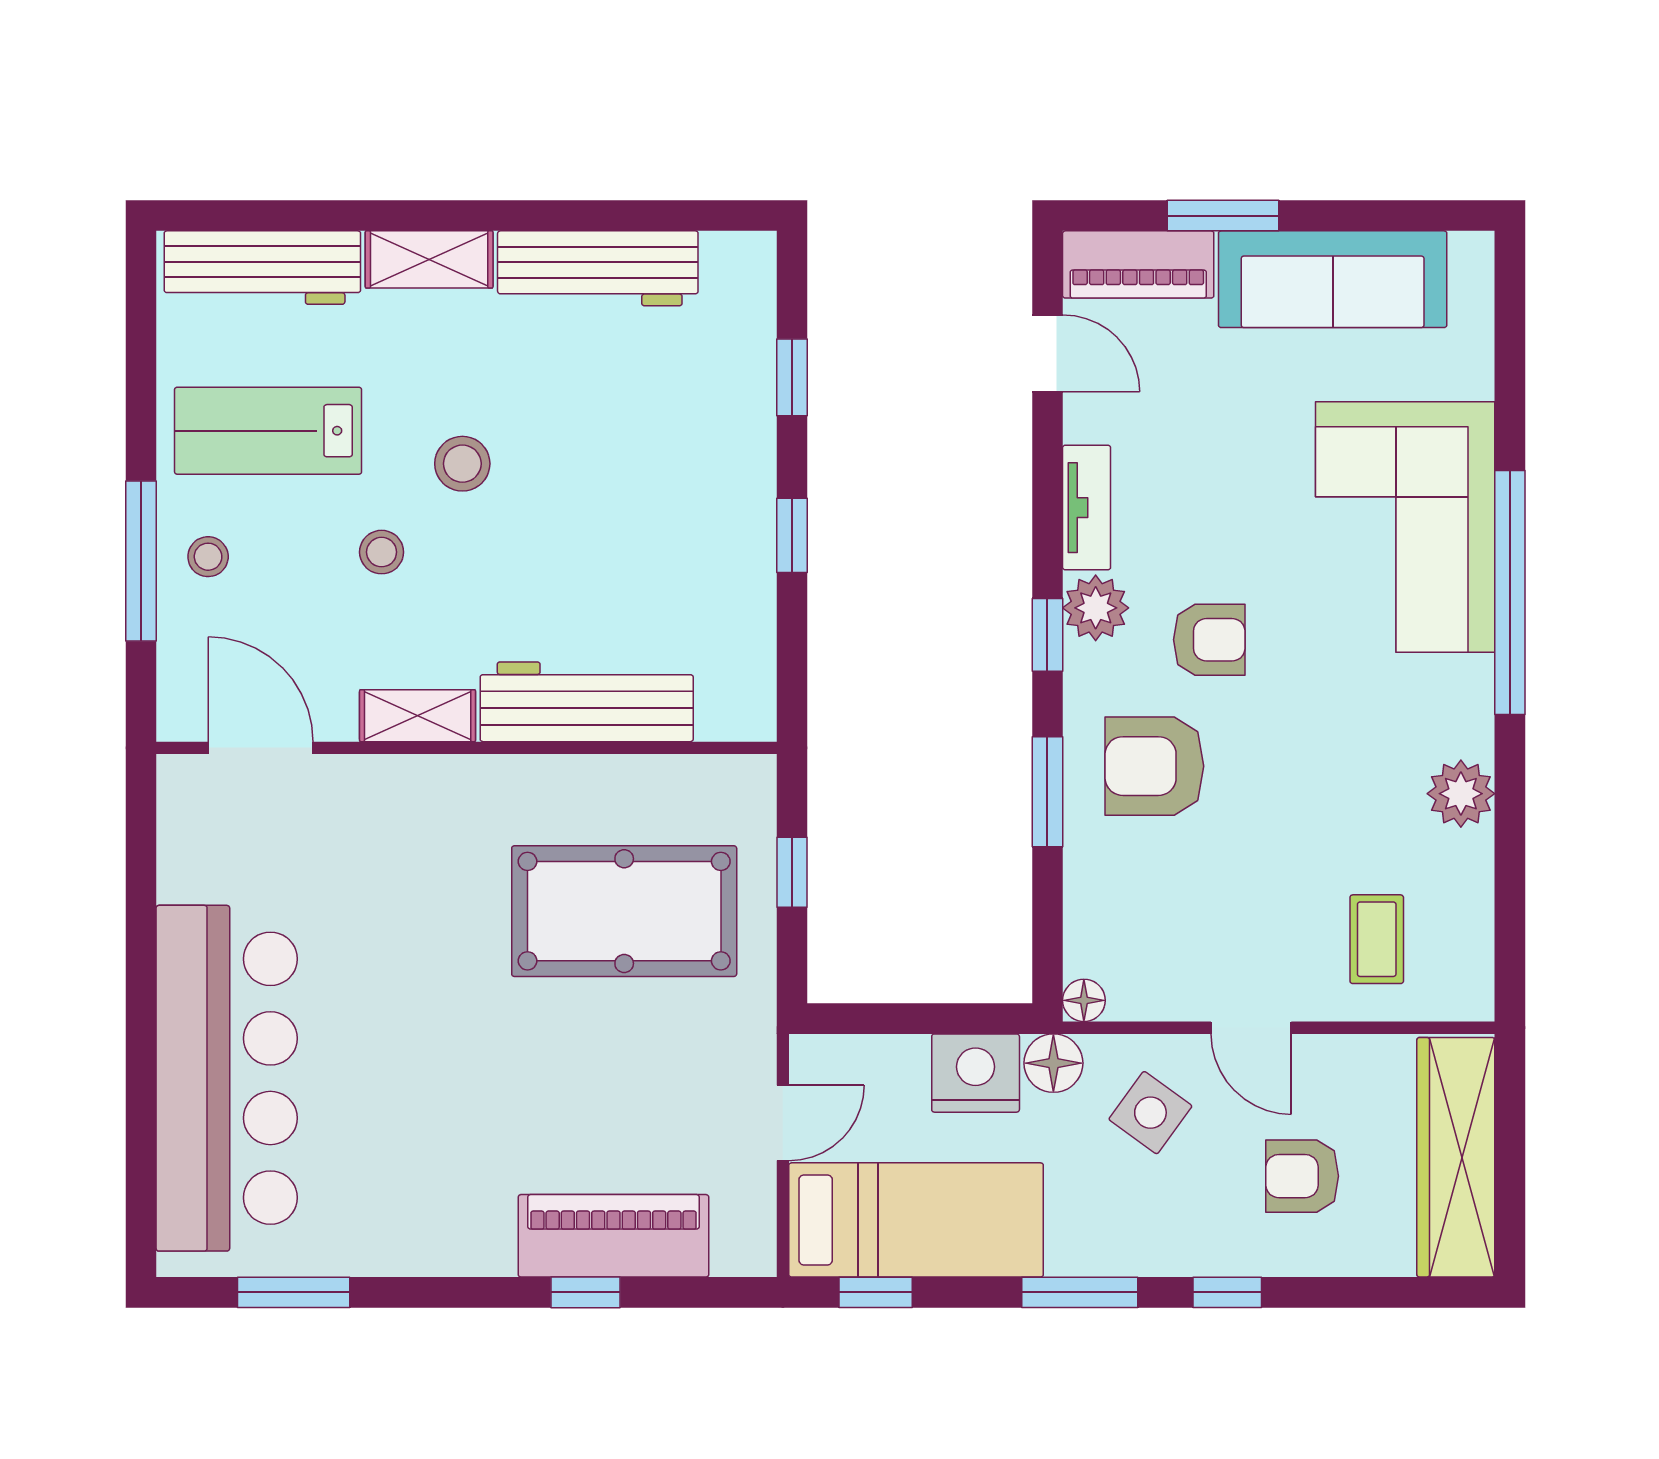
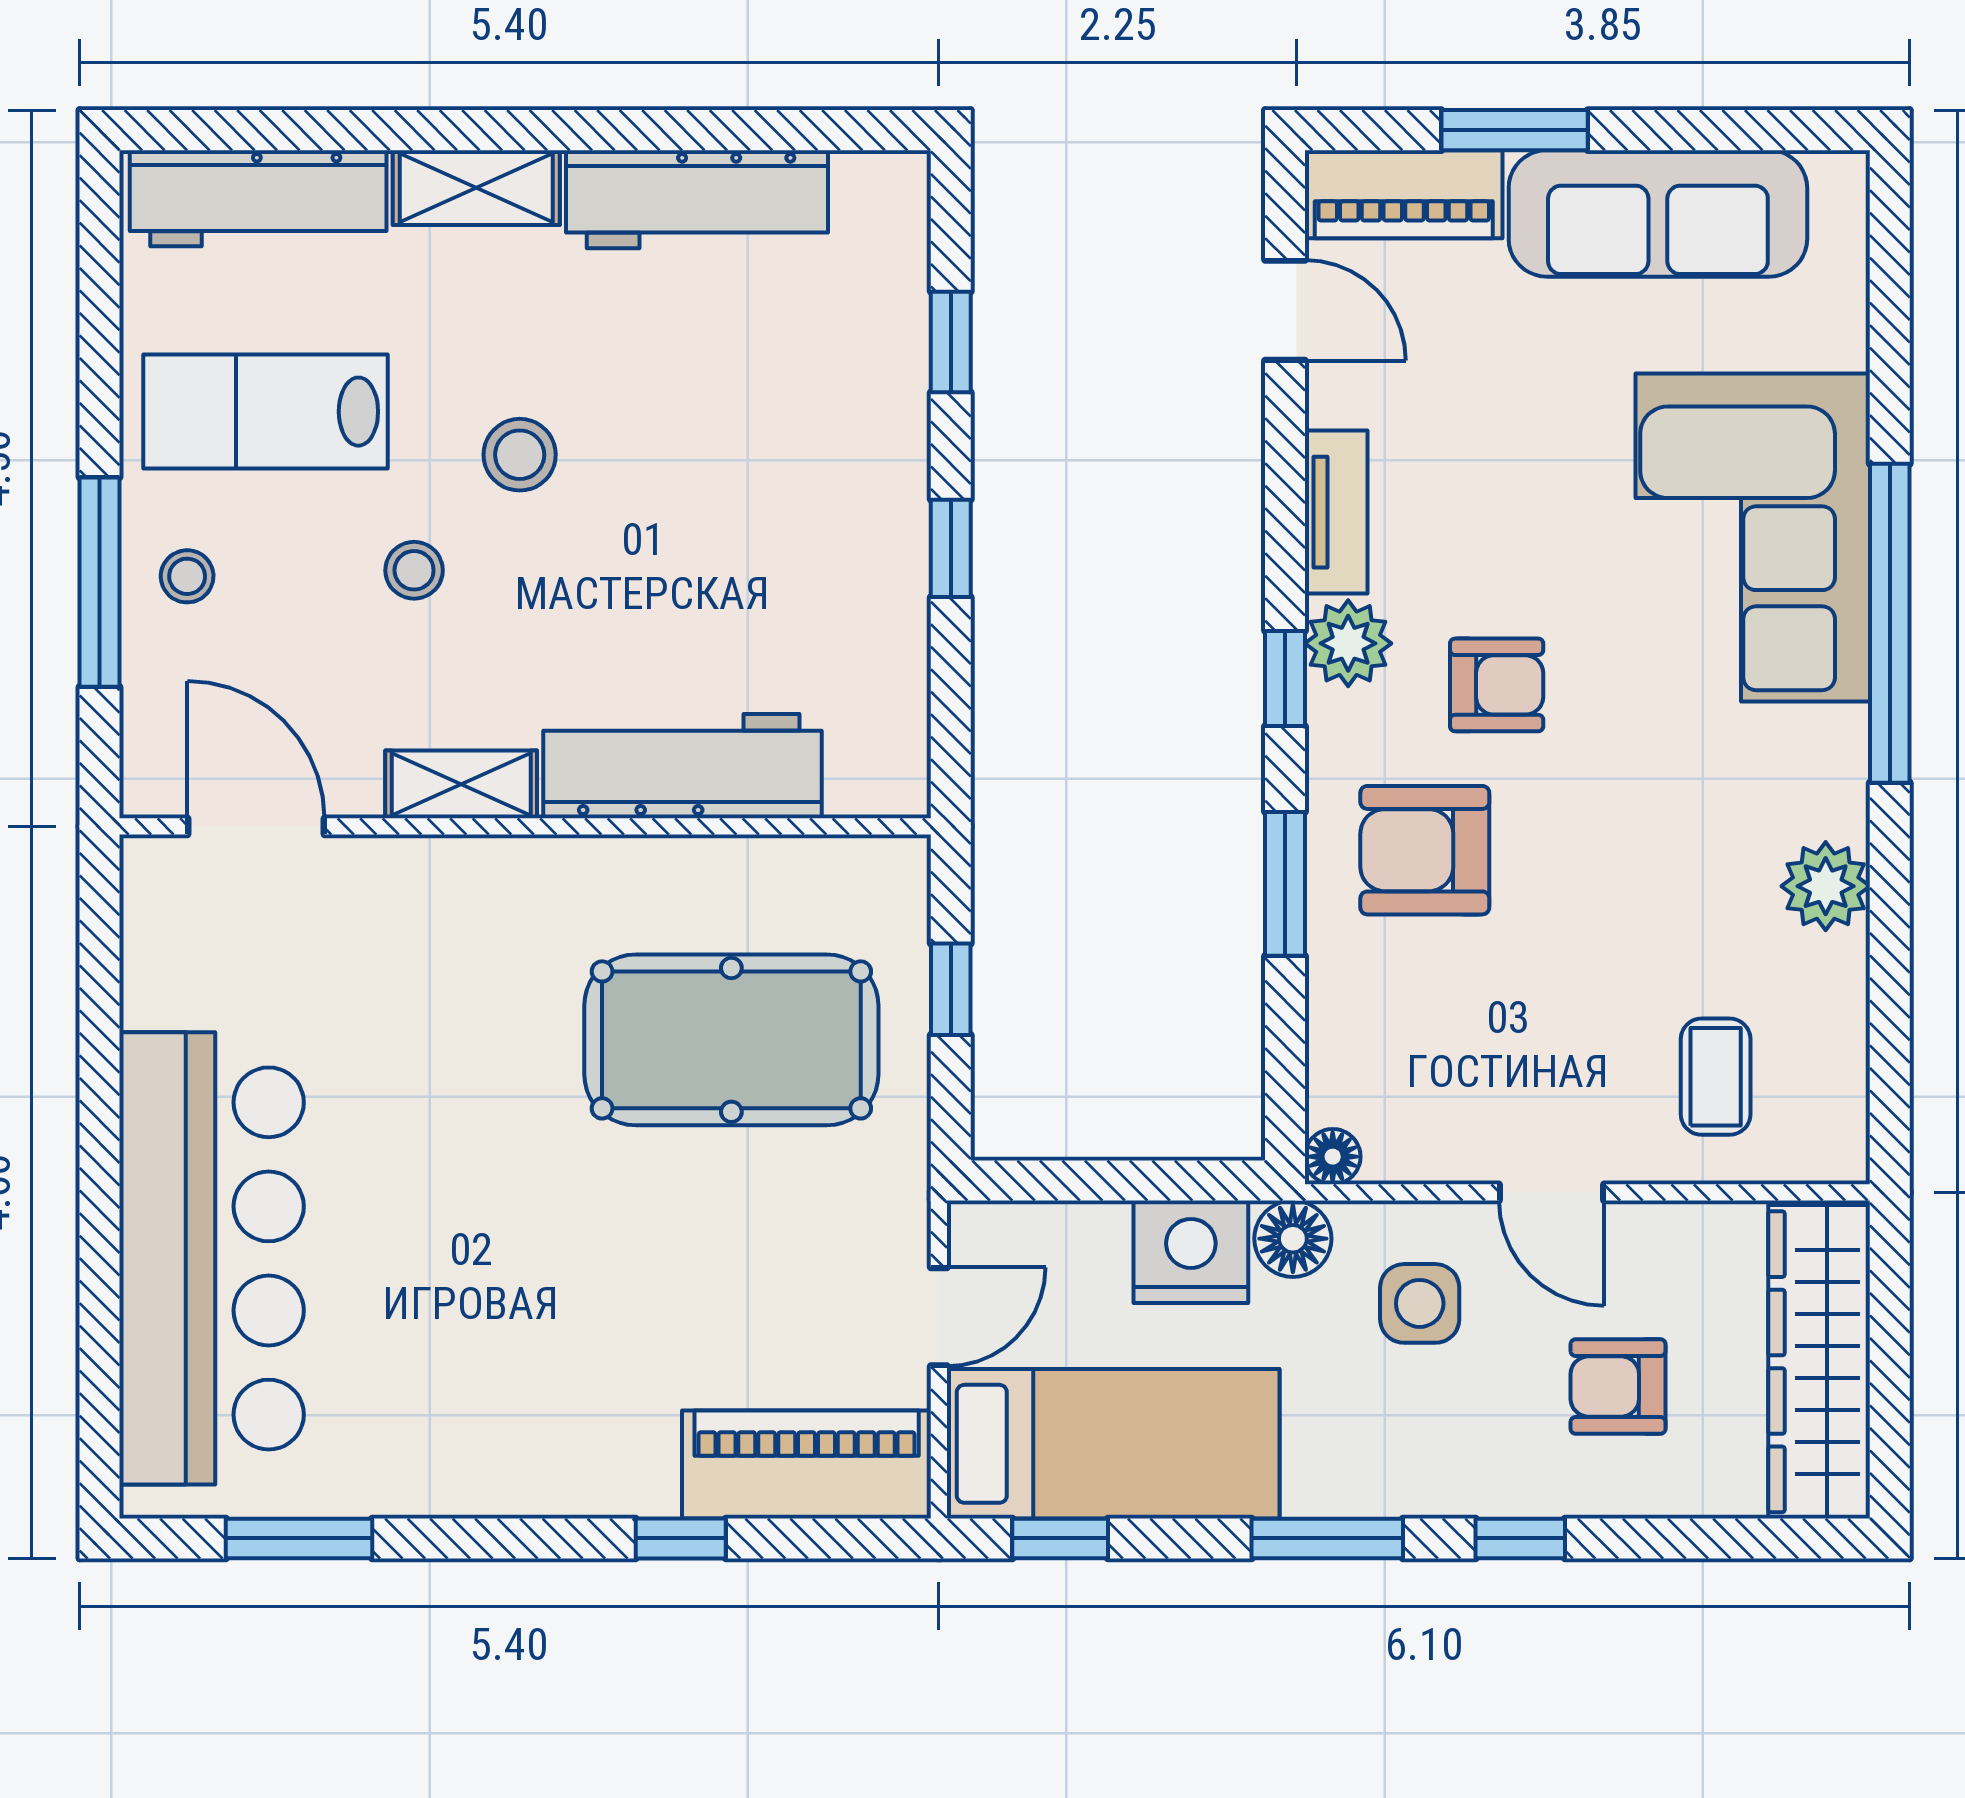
side table: (1150, 1113) -> (1420, 1303), turned -36
piano: (613, 1236) -> (807, 1465), moved

